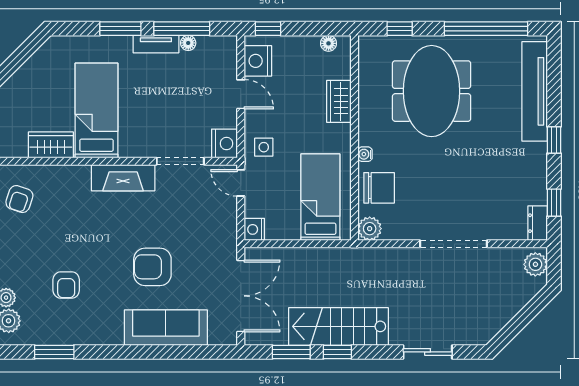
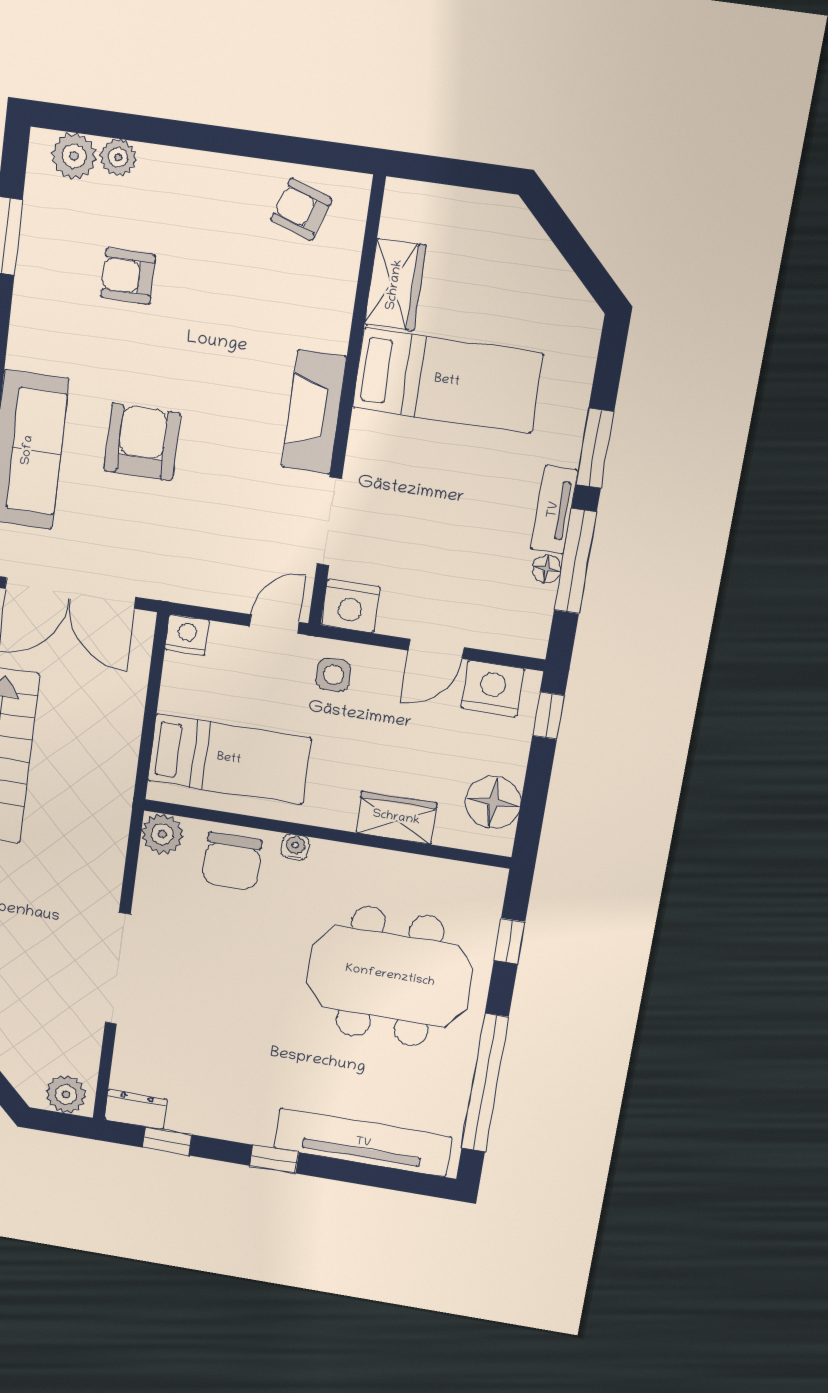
floor lamp: (329, 43) -> (493, 802), width x1.89, depth x1.89

